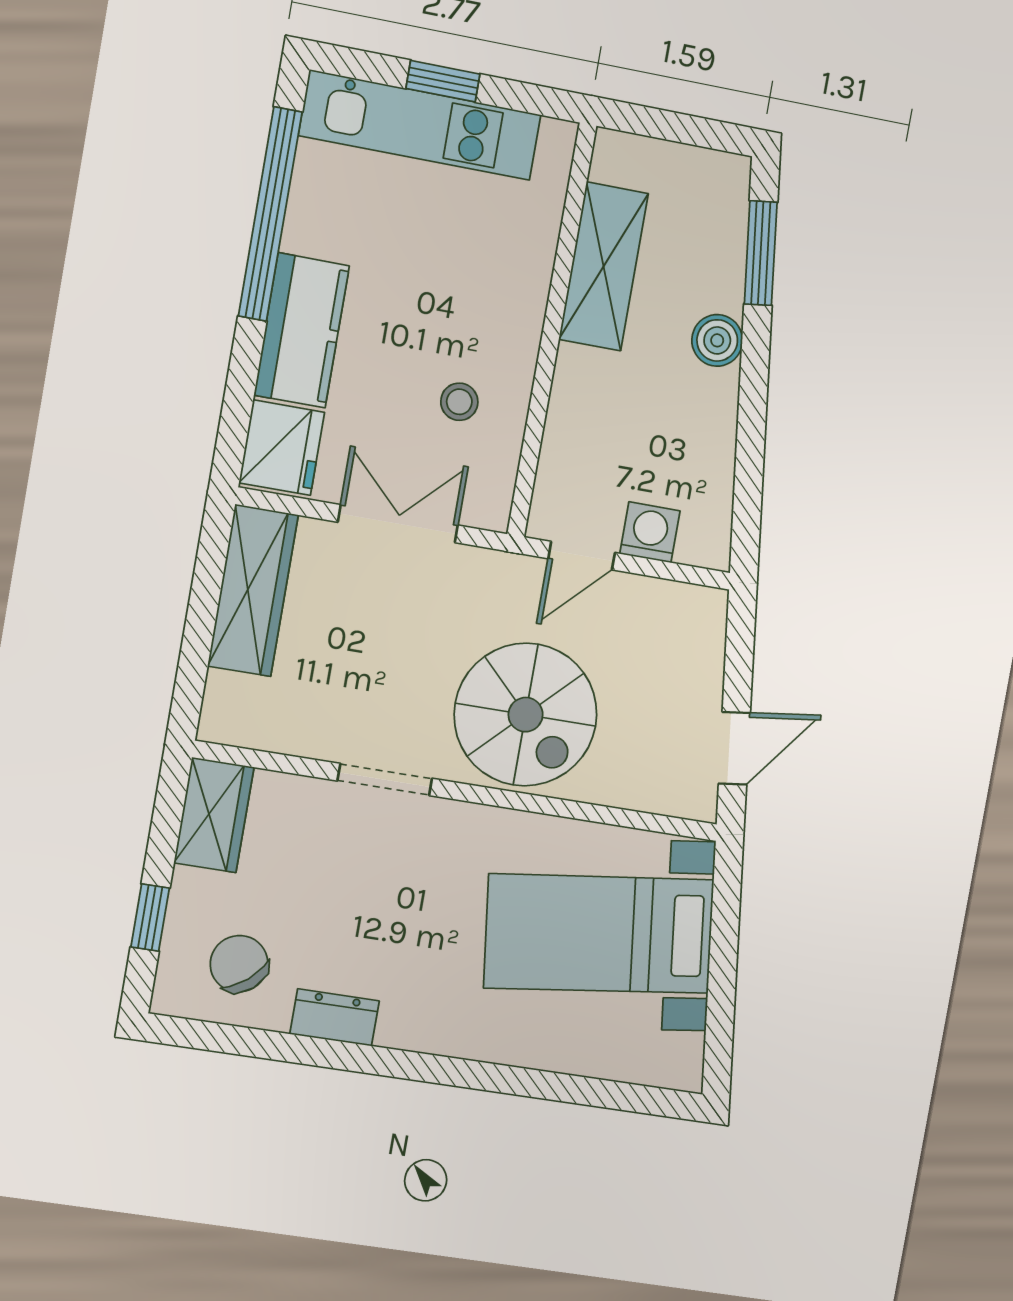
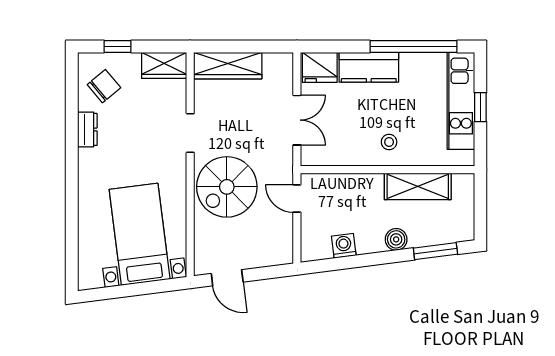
stool: (459, 402) -> (389, 142), moved
washing machine: (650, 532) -> (344, 246), moved, turned -97
wardrobe: (253, 590) -> (228, 66), moved

